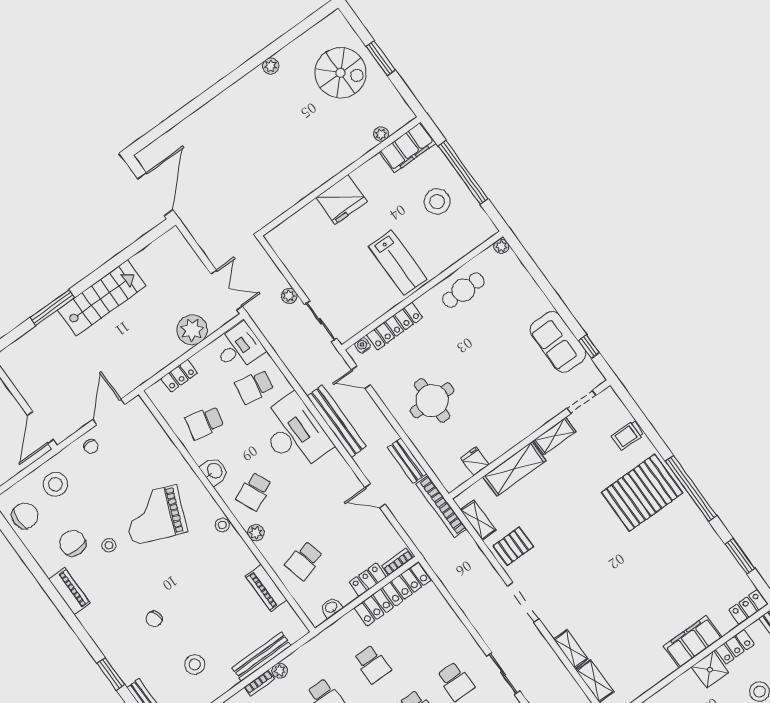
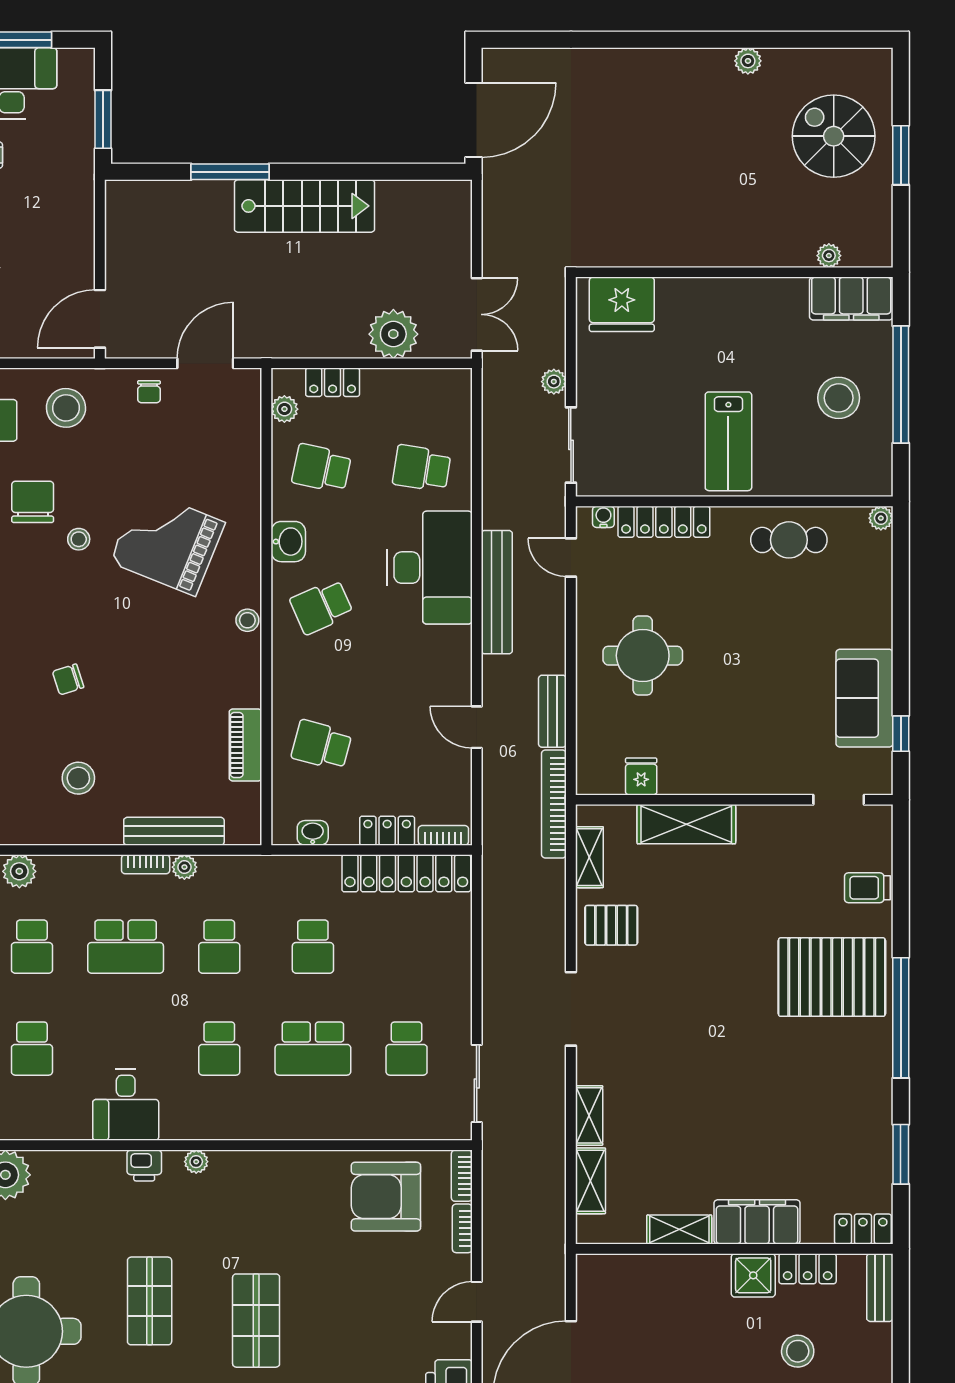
spiral stairs: (340, 73) -> (834, 136), turned 180
fridge: (341, 200) -> (622, 304), moved
desk: (239, 348) -> (438, 402), removed
shelving: (555, 436) -> (679, 1230), moved
plant: (256, 533) -> (284, 409), moved
school desk: (304, 561) -> (321, 745), turned 30

